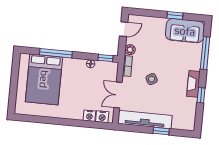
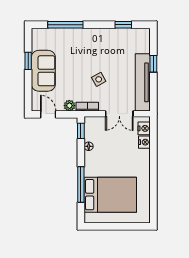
sofa: (185, 31) -> (43, 71), moved
fireplace: (193, 84) -> (99, 34), removed
window: (201, 95) -> (123, 25), moved

